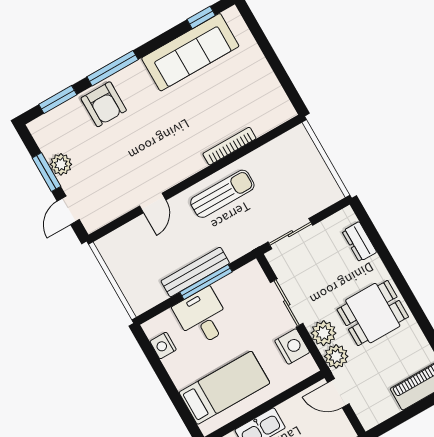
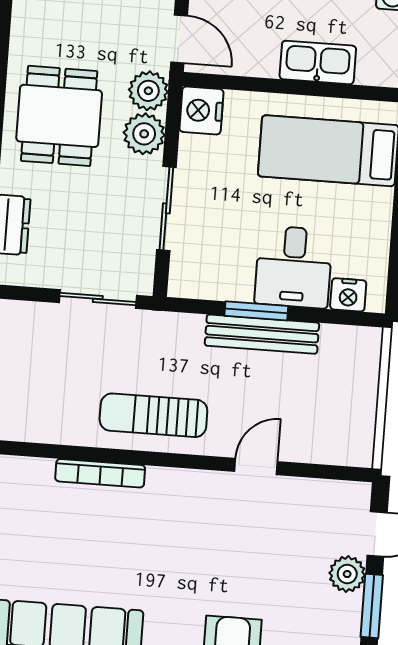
plant: (61, 164) -> (347, 574), moved
window: (206, 282) -> (256, 311), width x0.69
dining table: (373, 313) -> (59, 116), turned 90
nightstand: (163, 346) -> (348, 295), moved, turned 90
nightstand: (292, 346) -> (201, 110), moved

